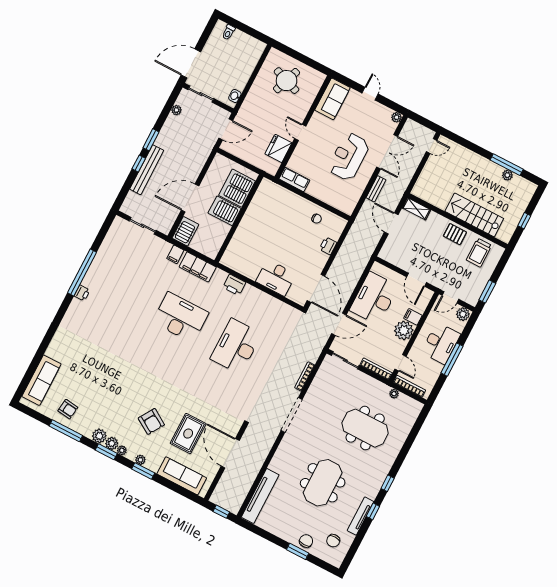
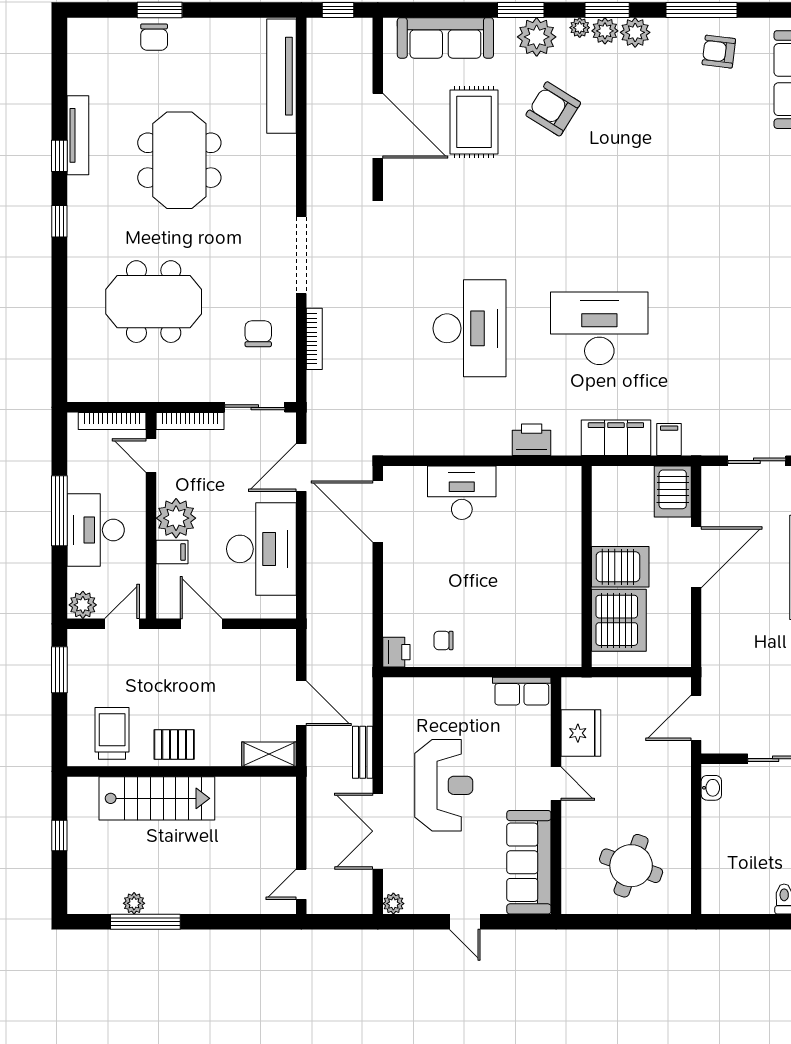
sofa: (332, 99) -> (529, 862), width x1.36
printer: (328, 246) -> (396, 652), moved
desk: (180, 317) -> (599, 328), turned 180
plant: (394, 394) -> (133, 393), removed
plant: (140, 460) -> (537, 37), width x1.87, depth x1.87
chair: (333, 541) -> (258, 334), moved

